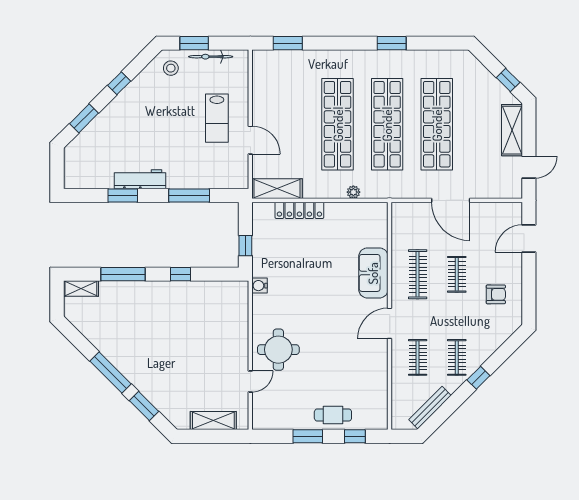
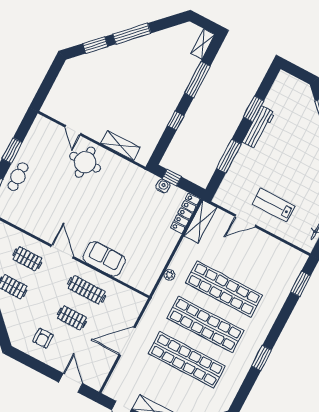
locker: (299, 210) -> (185, 213), moved
water cooler: (260, 286) -> (163, 186), moved
shelving: (213, 421) -> (121, 145), moved, turned 90

